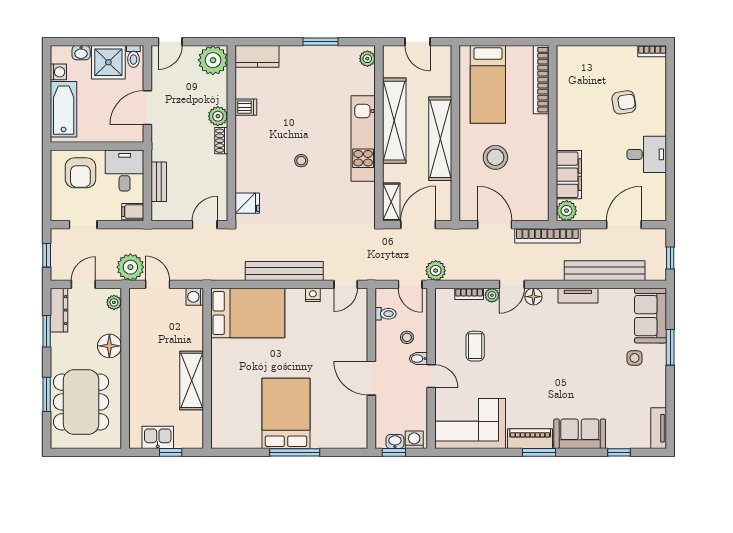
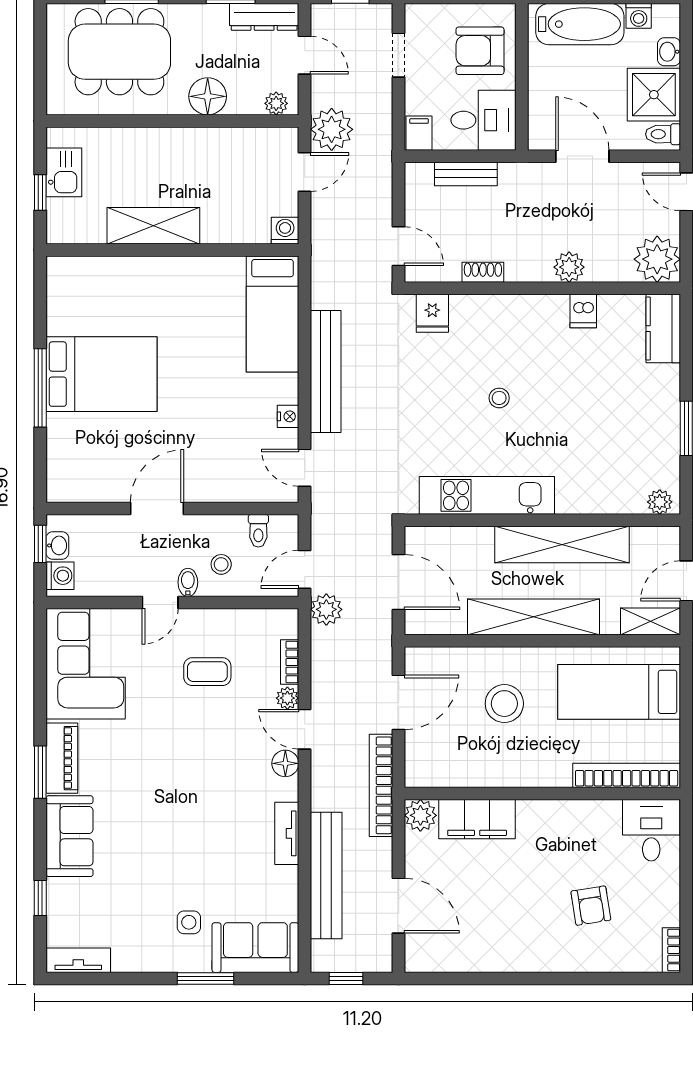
kitchen unit: (363, 139) -> (487, 495), moved
shoe rack: (221, 141) -> (483, 272), moved
desk: (647, 154) -> (651, 830), moved, turned 180
shelving: (391, 202) -> (650, 621), moved
bed: (248, 313) -> (273, 314), width x0.67

